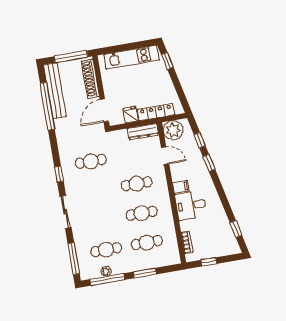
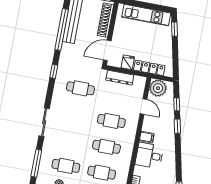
dresser: (143, 132) -> (120, 78), moved
window: (59, 174) -> (54, 71), moved

